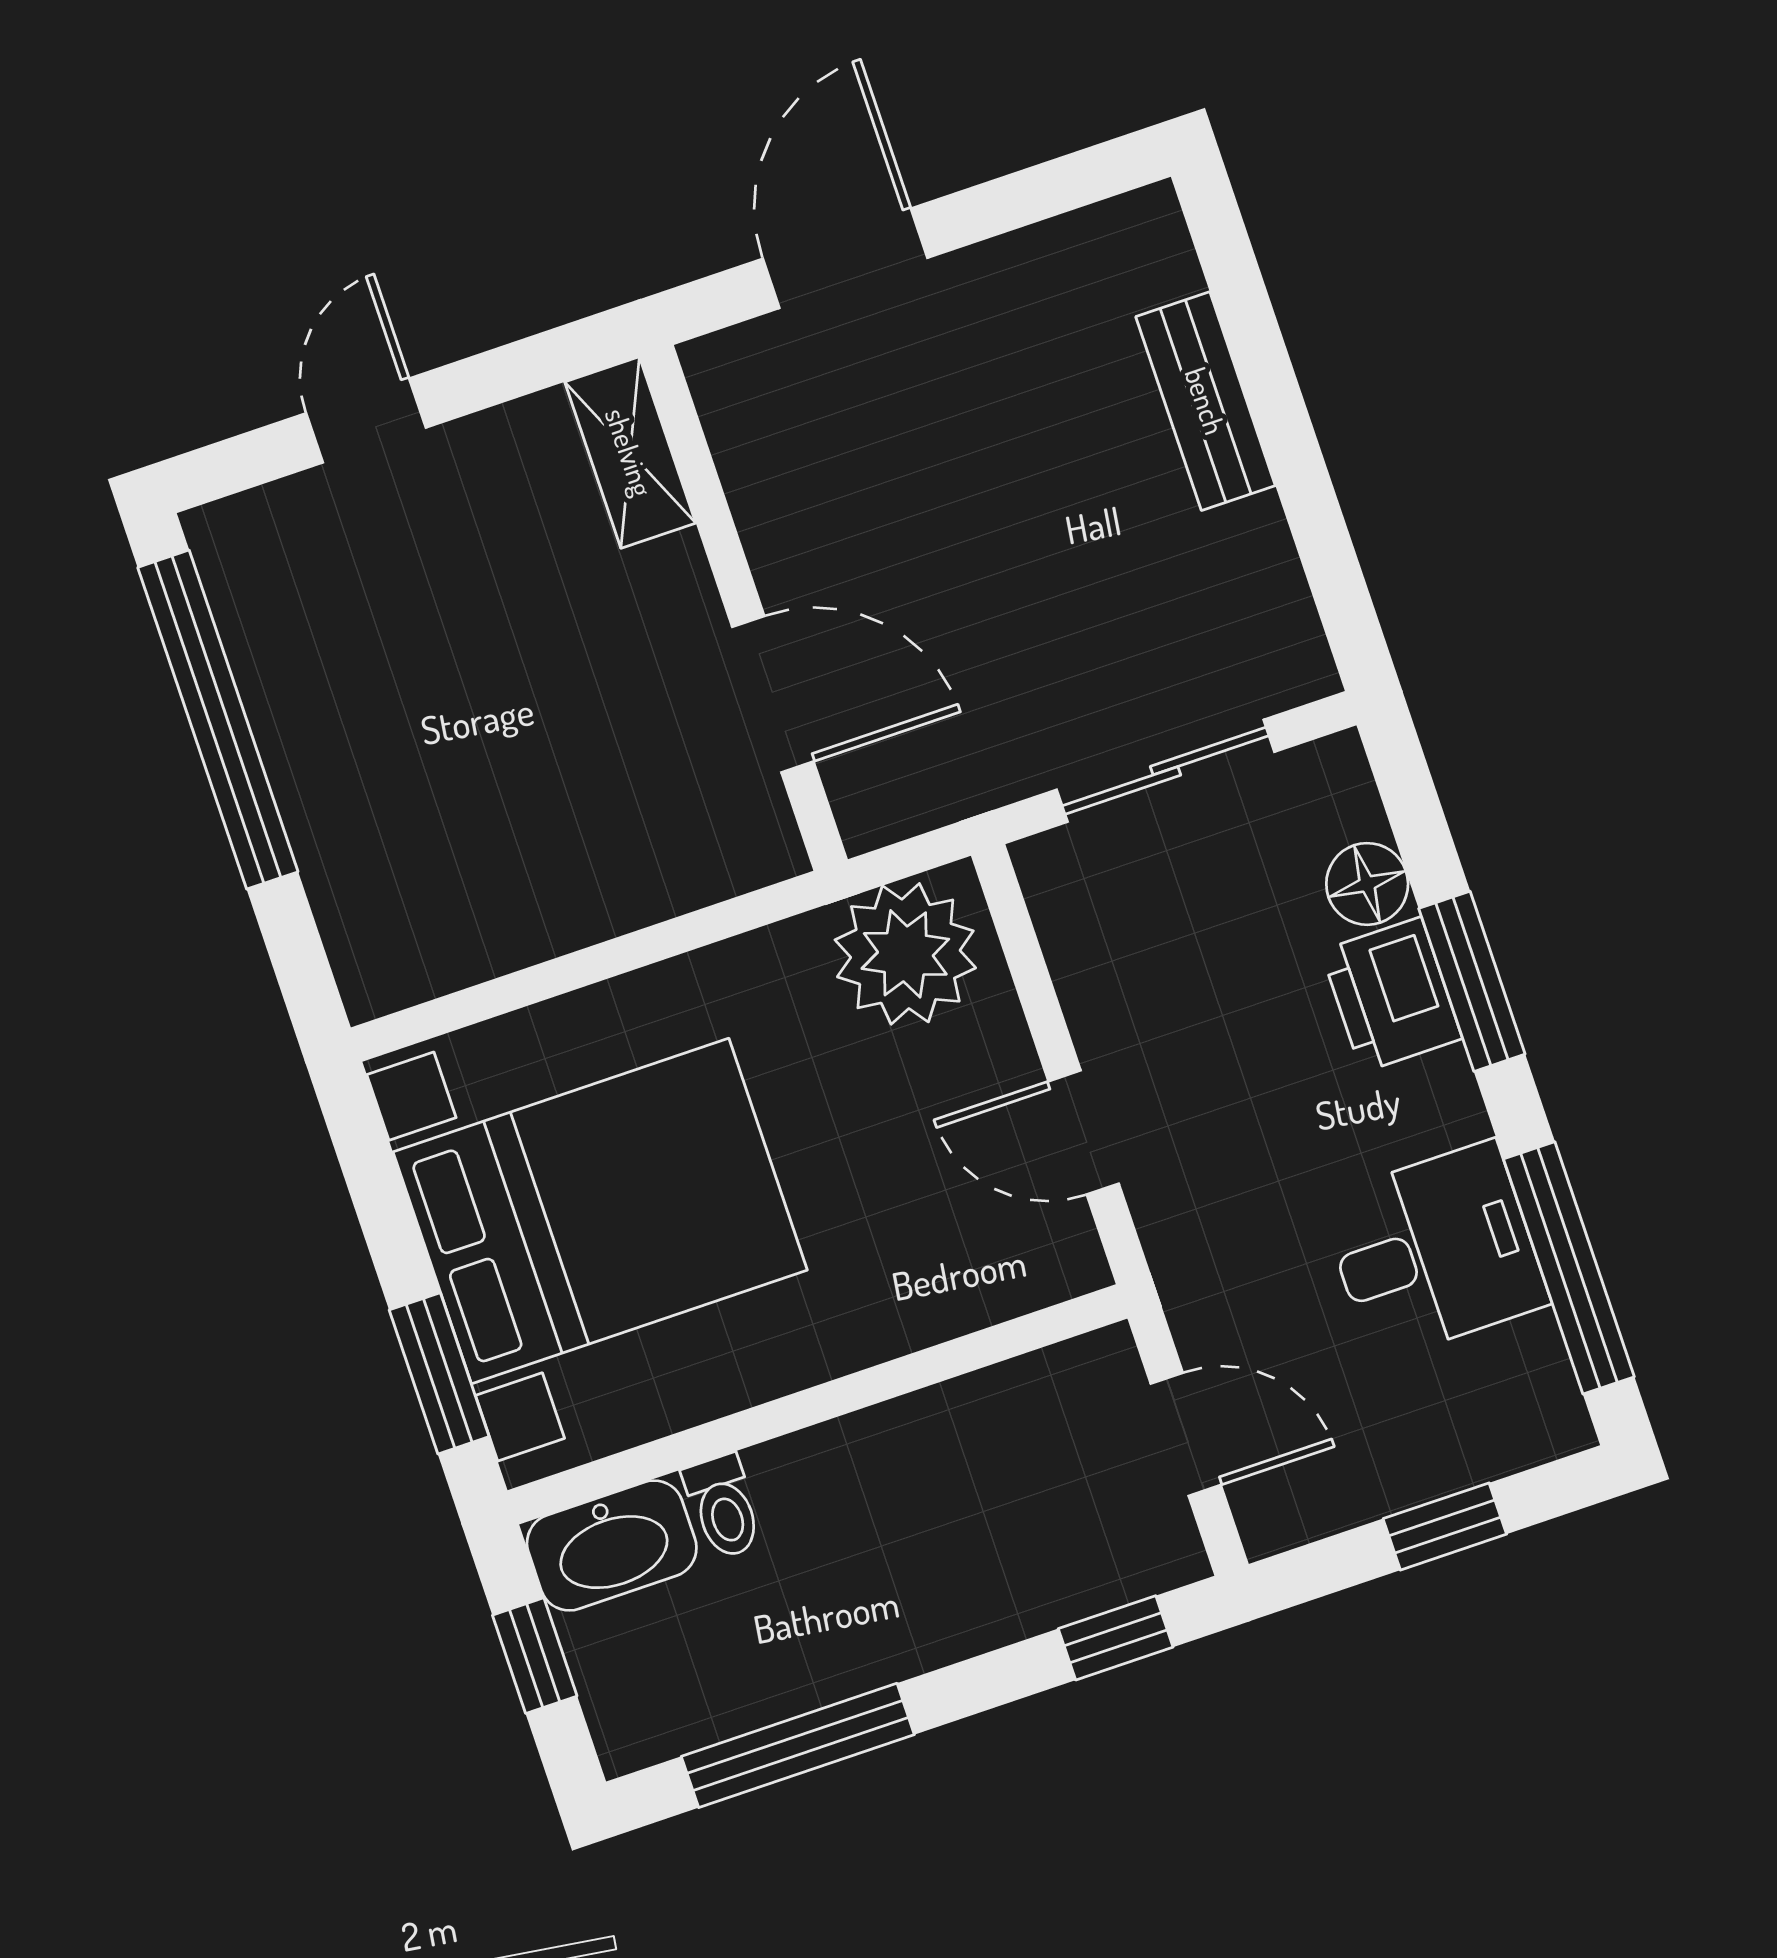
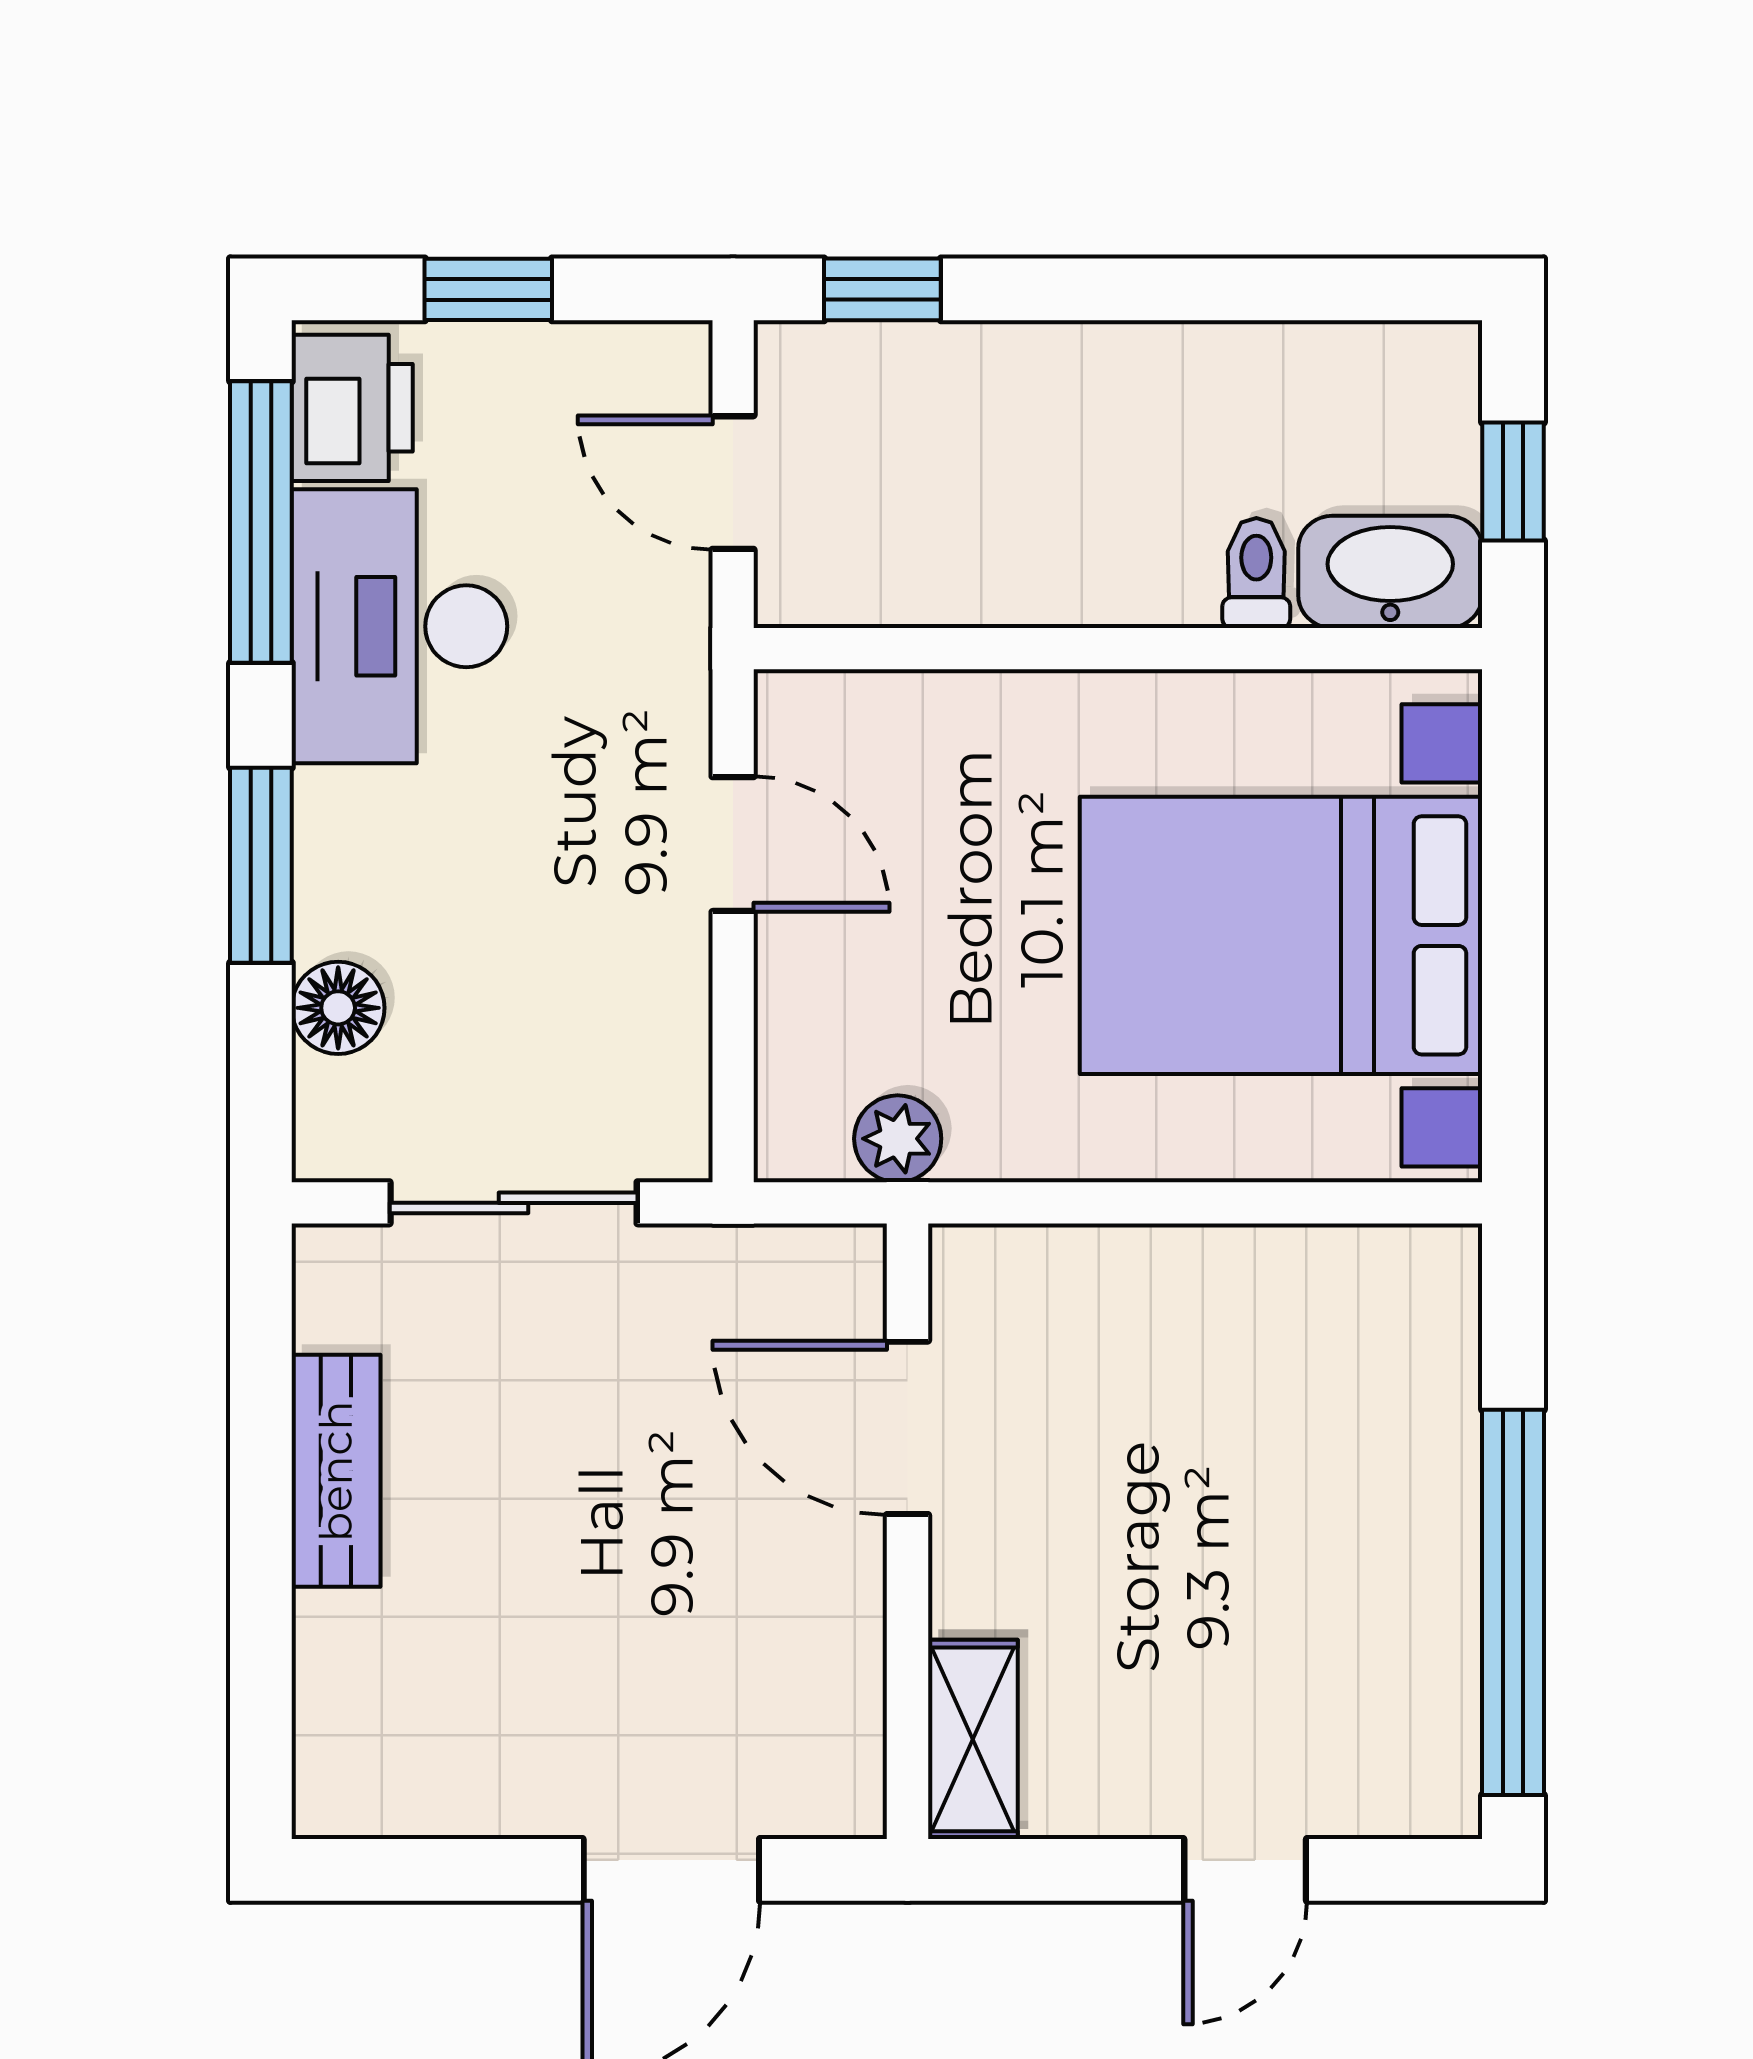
bench: (1206, 401) -> (336, 1471), moved
plant: (905, 954) -> (898, 1139), width x0.53, depth x0.53
printer: (1391, 995) -> (352, 408), moved
desk: (1434, 1251) -> (399, 626), width x1.37
window: (439, 1373) -> (1513, 820), removed
window: (798, 1745) -> (1263, 289), removed

